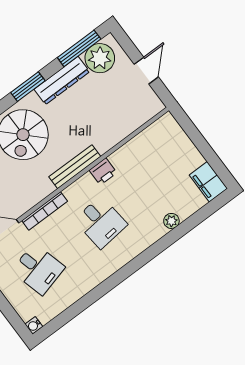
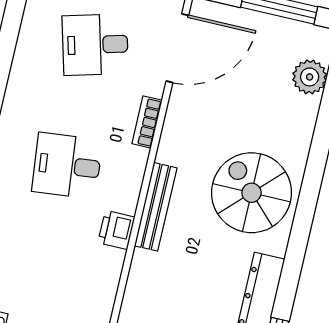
window: (28, 87) -> (295, 256), removed
bookcase: (45, 211) -> (147, 122), width x0.64

